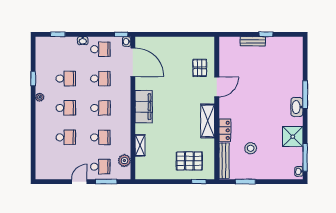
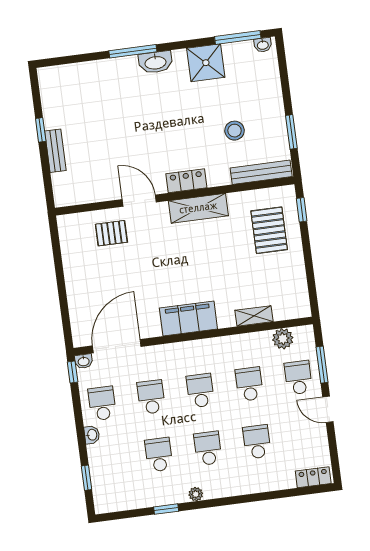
locker: (225, 130) -> (186, 181), moved
locker: (41, 168) -> (313, 477), added

